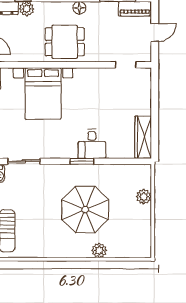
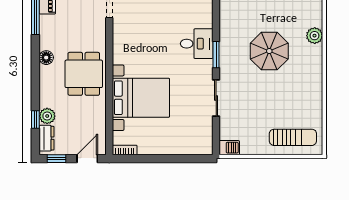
sliding door: (24, 161) -> (216, 98), moved
parasol: (85, 210) -> (269, 51), width x0.73, depth x0.73

